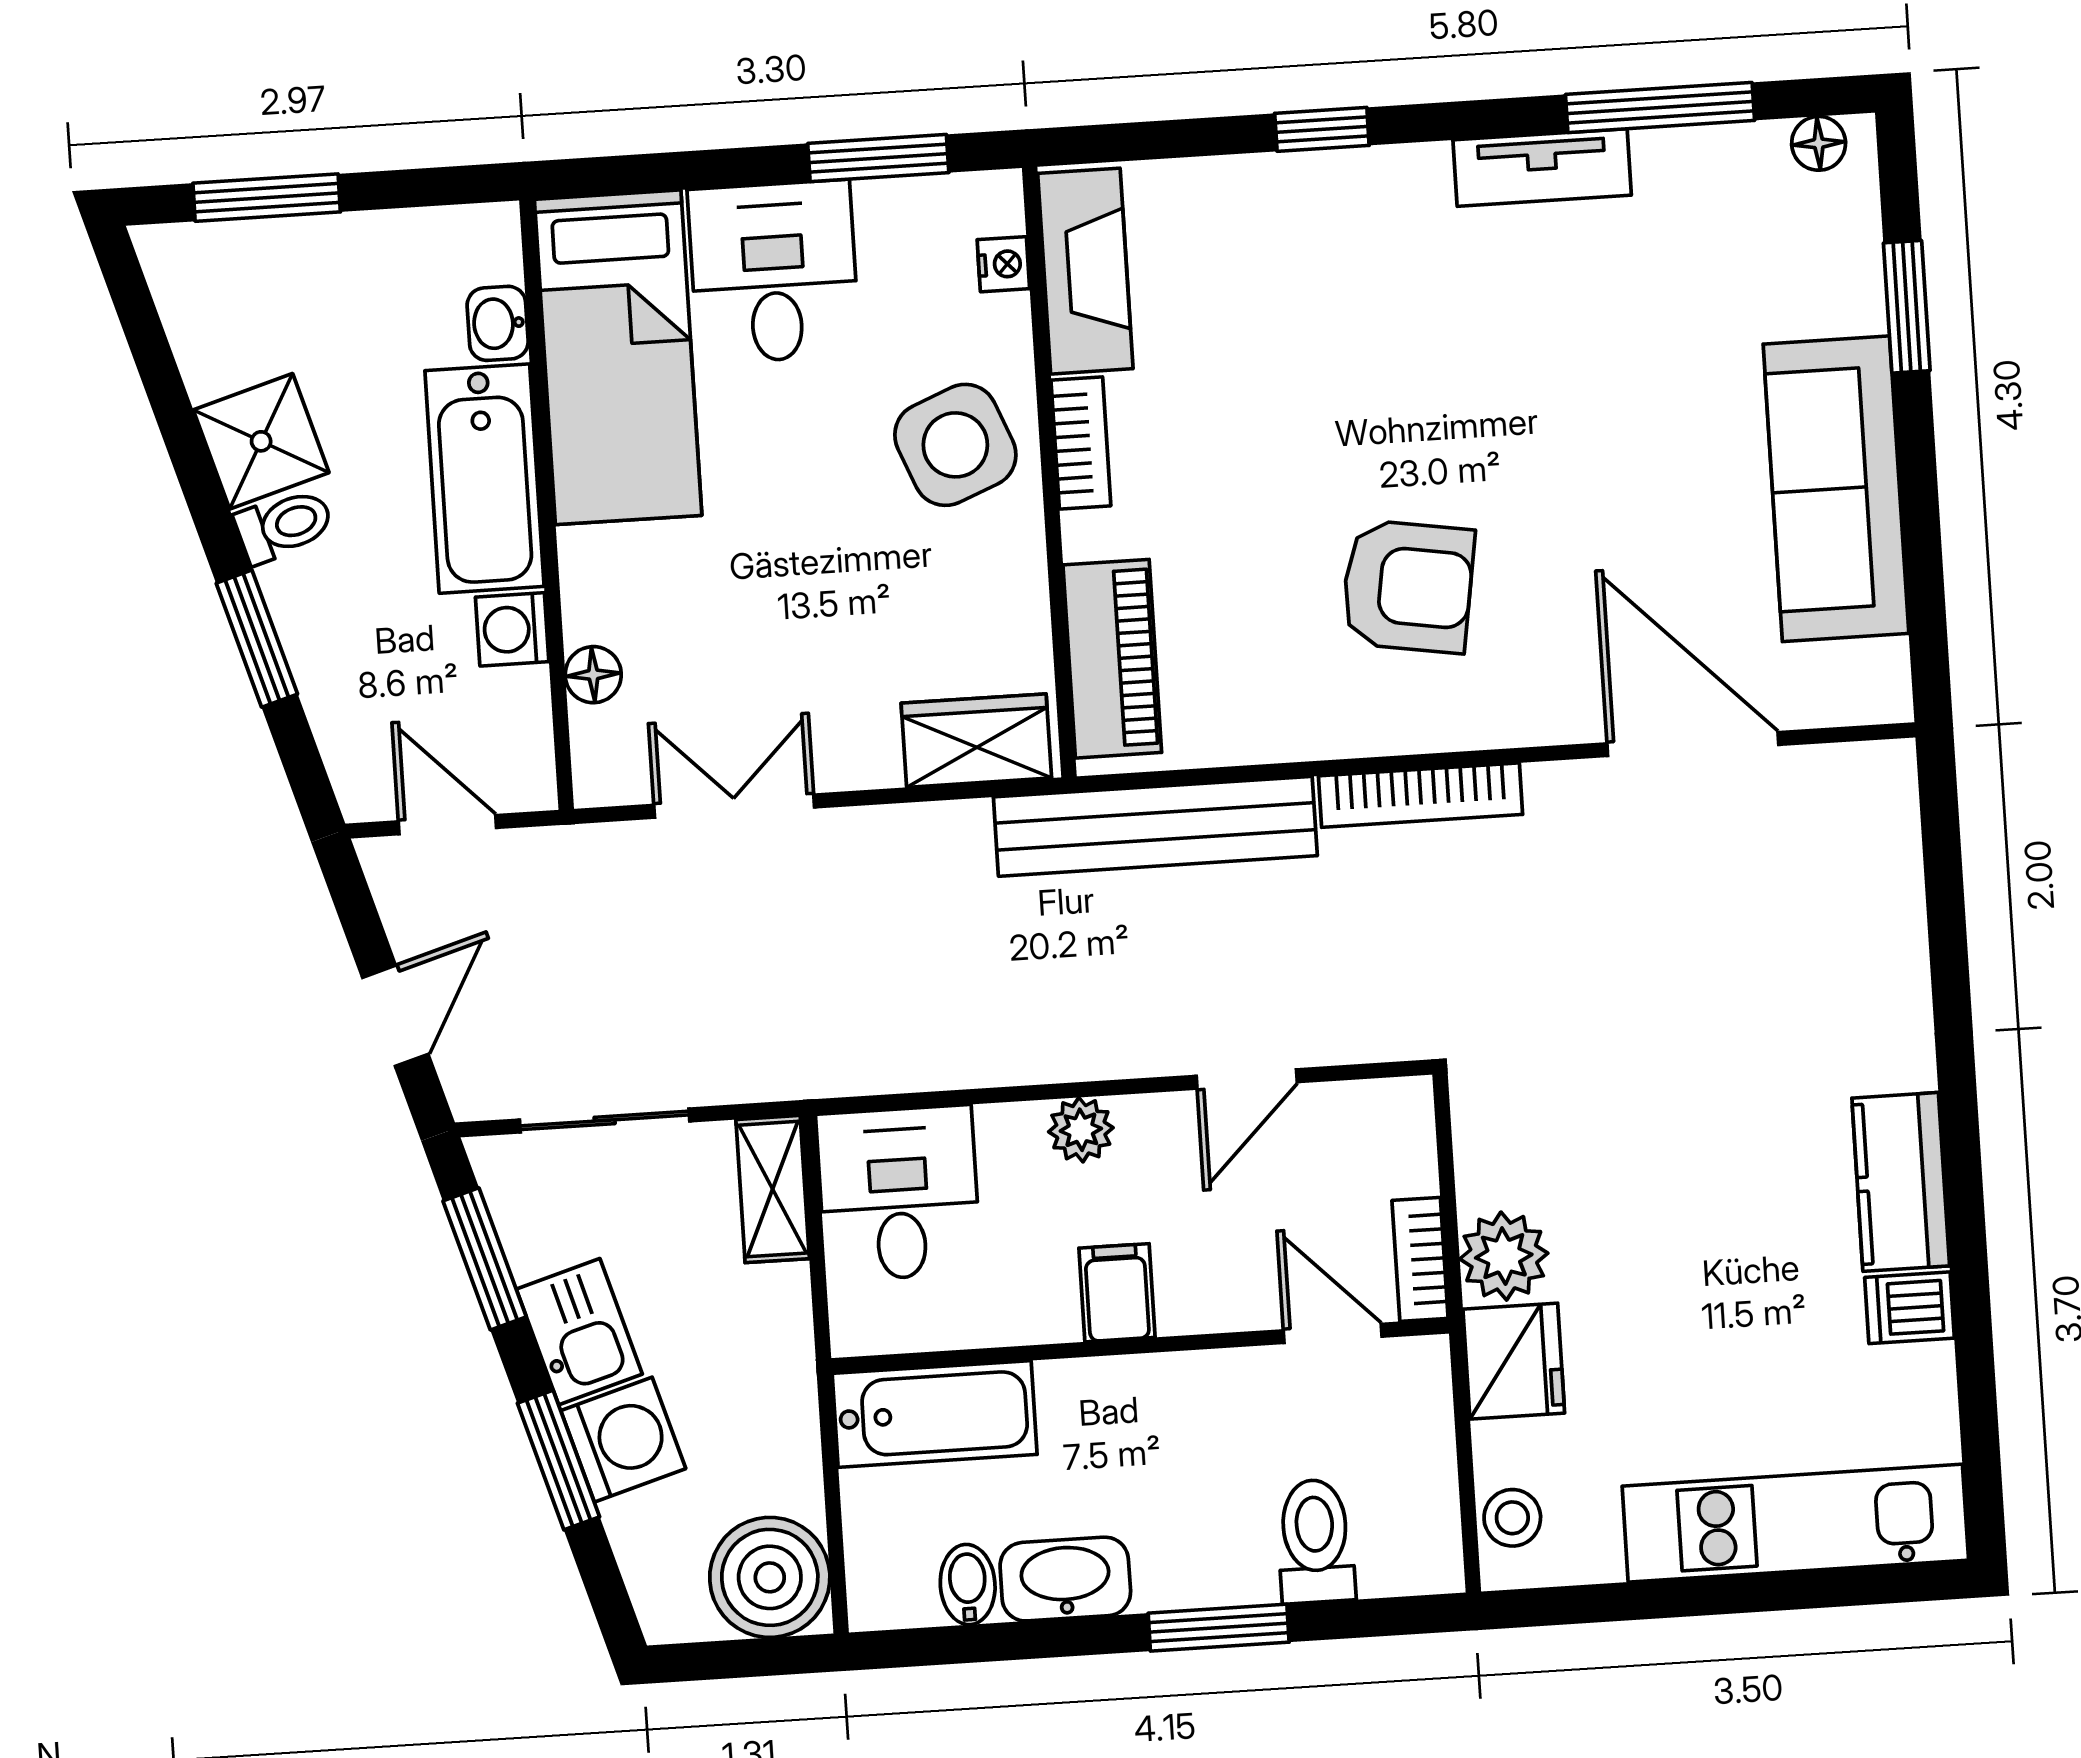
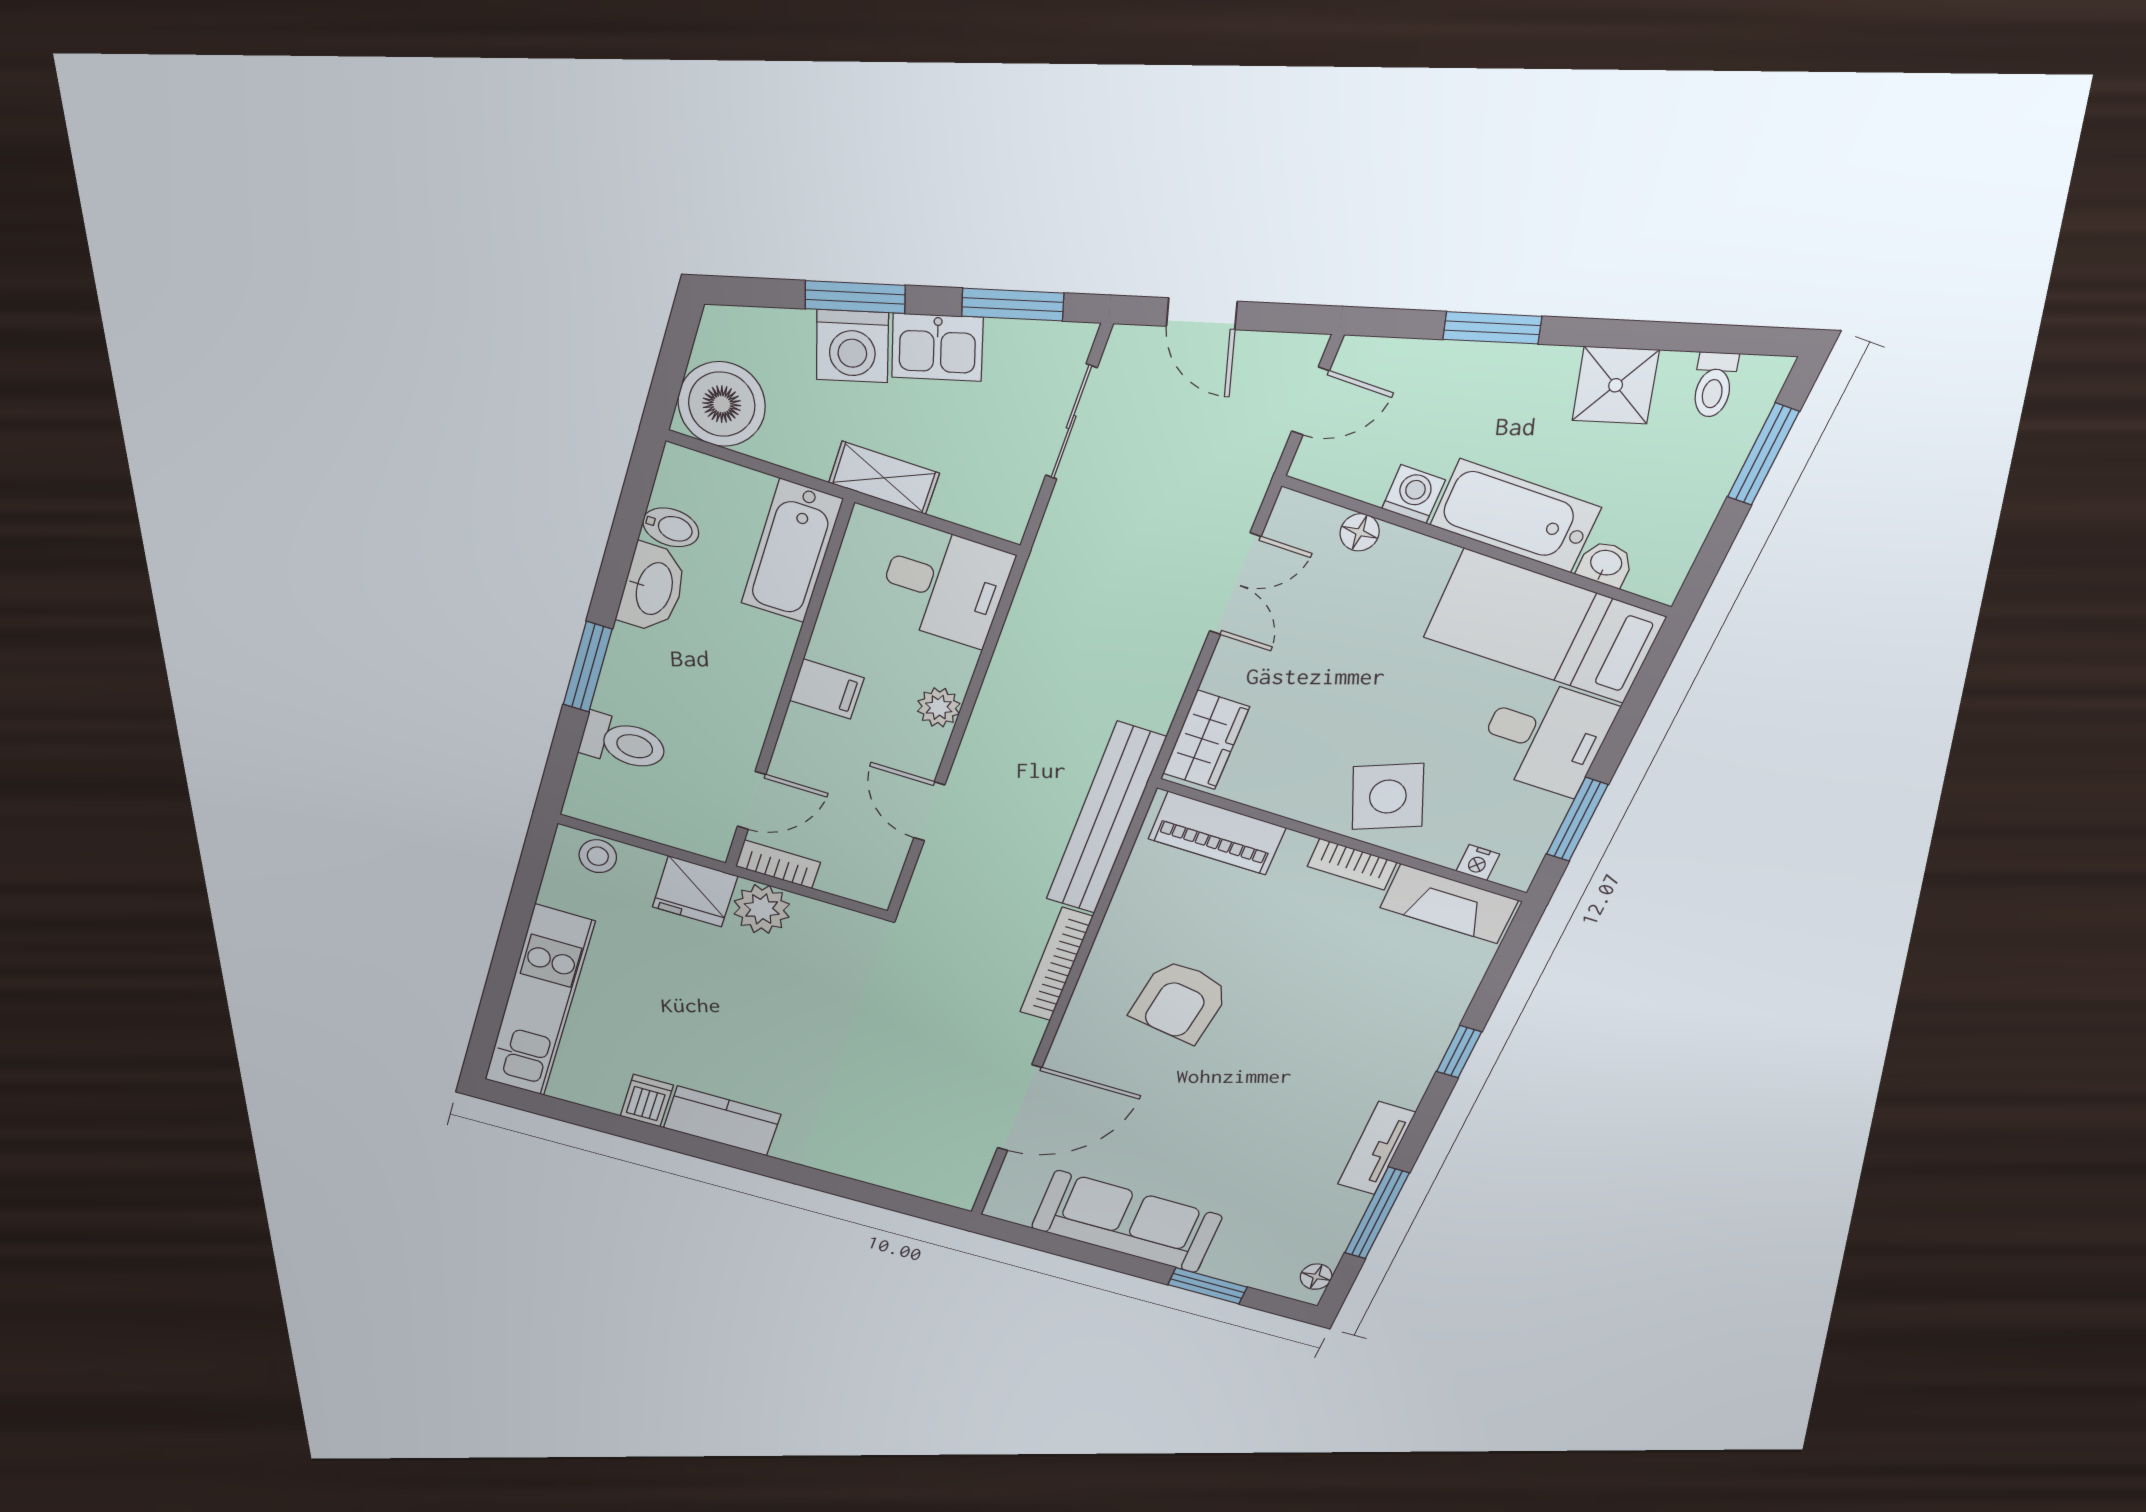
toilet: (284, 526) -> (1714, 385), moved
shelving: (773, 1189) -> (884, 478), moved

